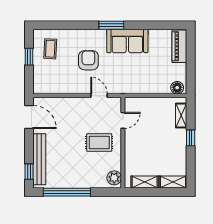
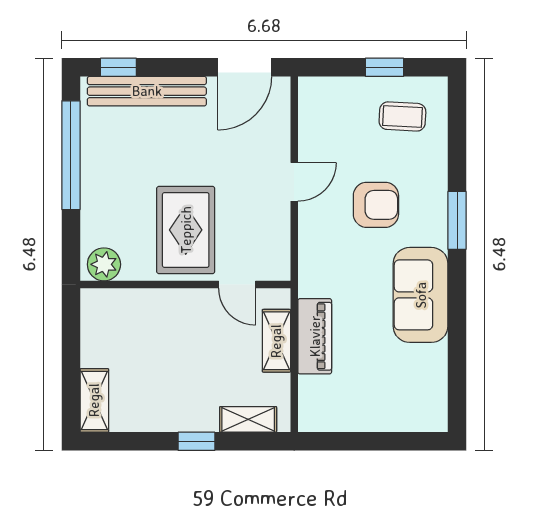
window: (111, 25) -> (457, 220), moved
piano: (179, 46) -> (315, 336), moved, turned 90
floor lamp: (177, 88) -> (313, 410), removed
door: (99, 96) -> (294, 182), moved
rug: (99, 142) -> (186, 230), width x1.36, depth x1.43
shelving: (145, 182) -> (276, 341), moved

